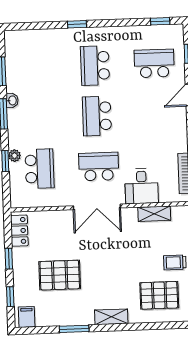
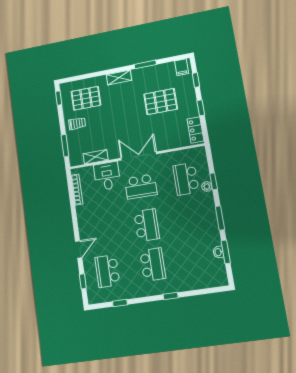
window: (160, 21) -> (120, 303), moved
school desk: (154, 63) -> (107, 271), turned 90
washbasin: (12, 100) -> (218, 252), moved

